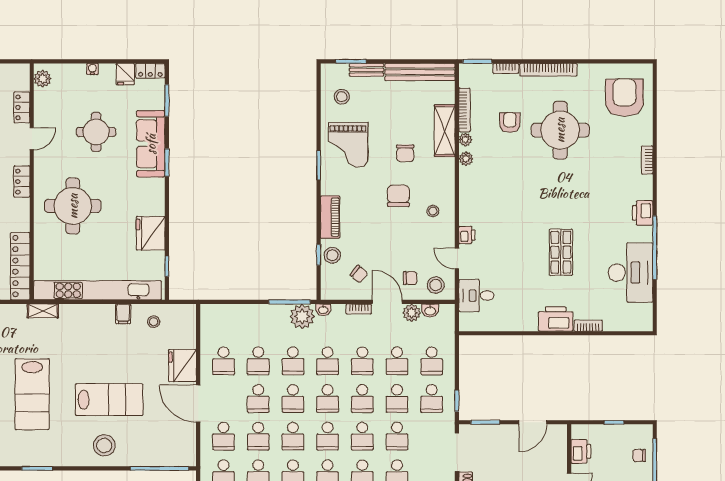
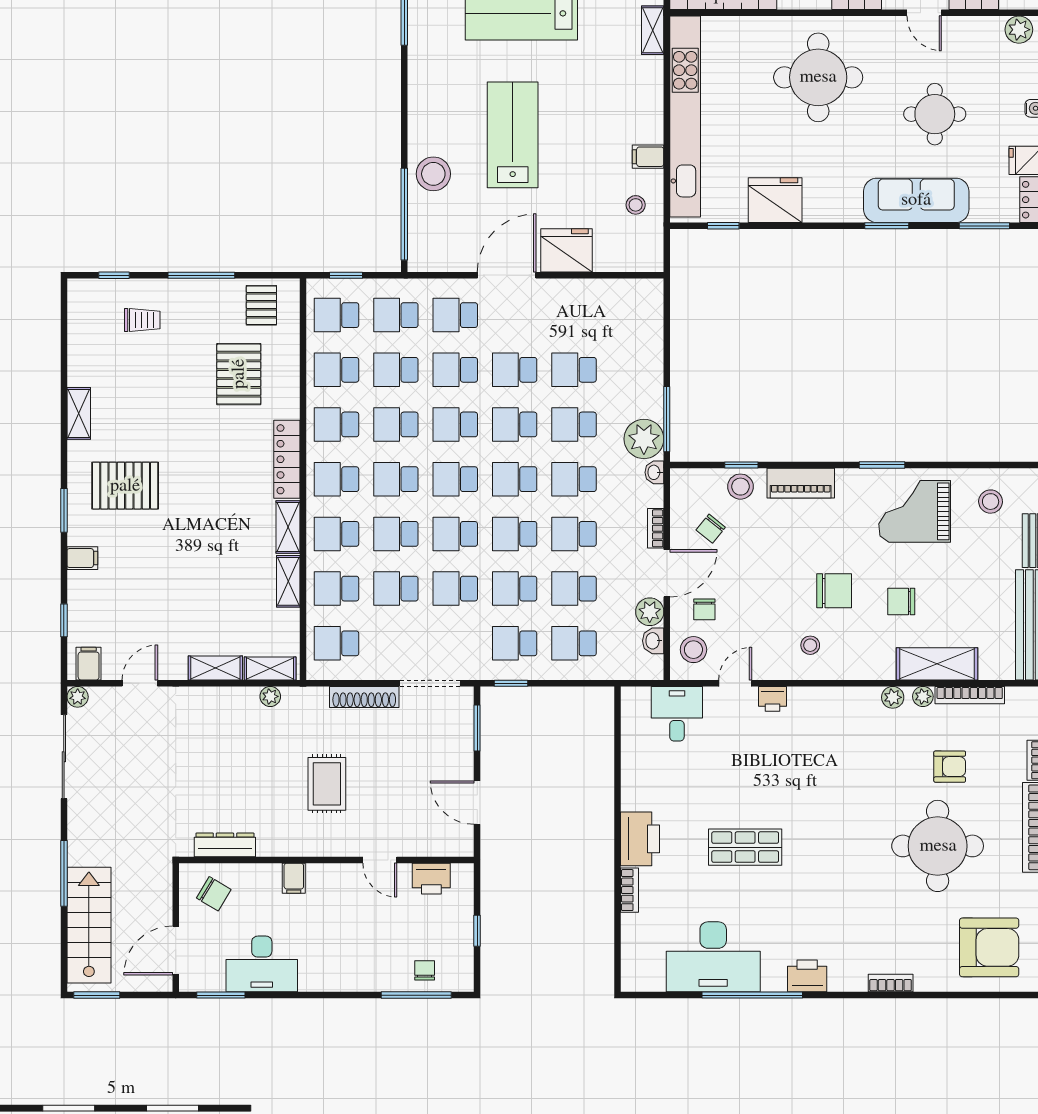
school desk: (224, 361) -> (574, 315), removed
lab bench: (109, 400) -> (513, 135), turned 180
stool: (104, 445) -> (433, 174), moved

